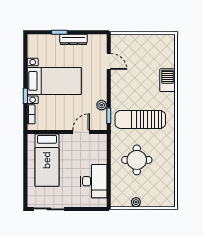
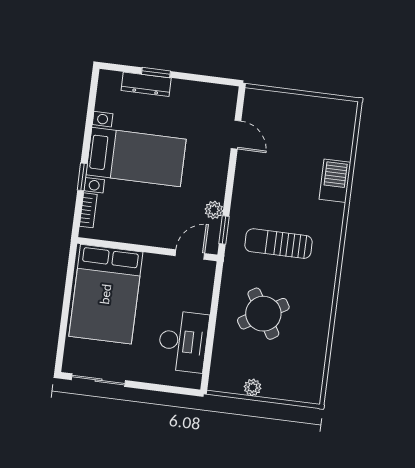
dresser: (74, 39) -> (146, 84), moved
sun lounger: (140, 120) -> (278, 244), width x0.73, depth x0.75
door: (81, 132) -> (190, 255), moved
bed: (47, 160) -> (106, 294), width x1.50
round table: (137, 160) -> (263, 314), turned -31

